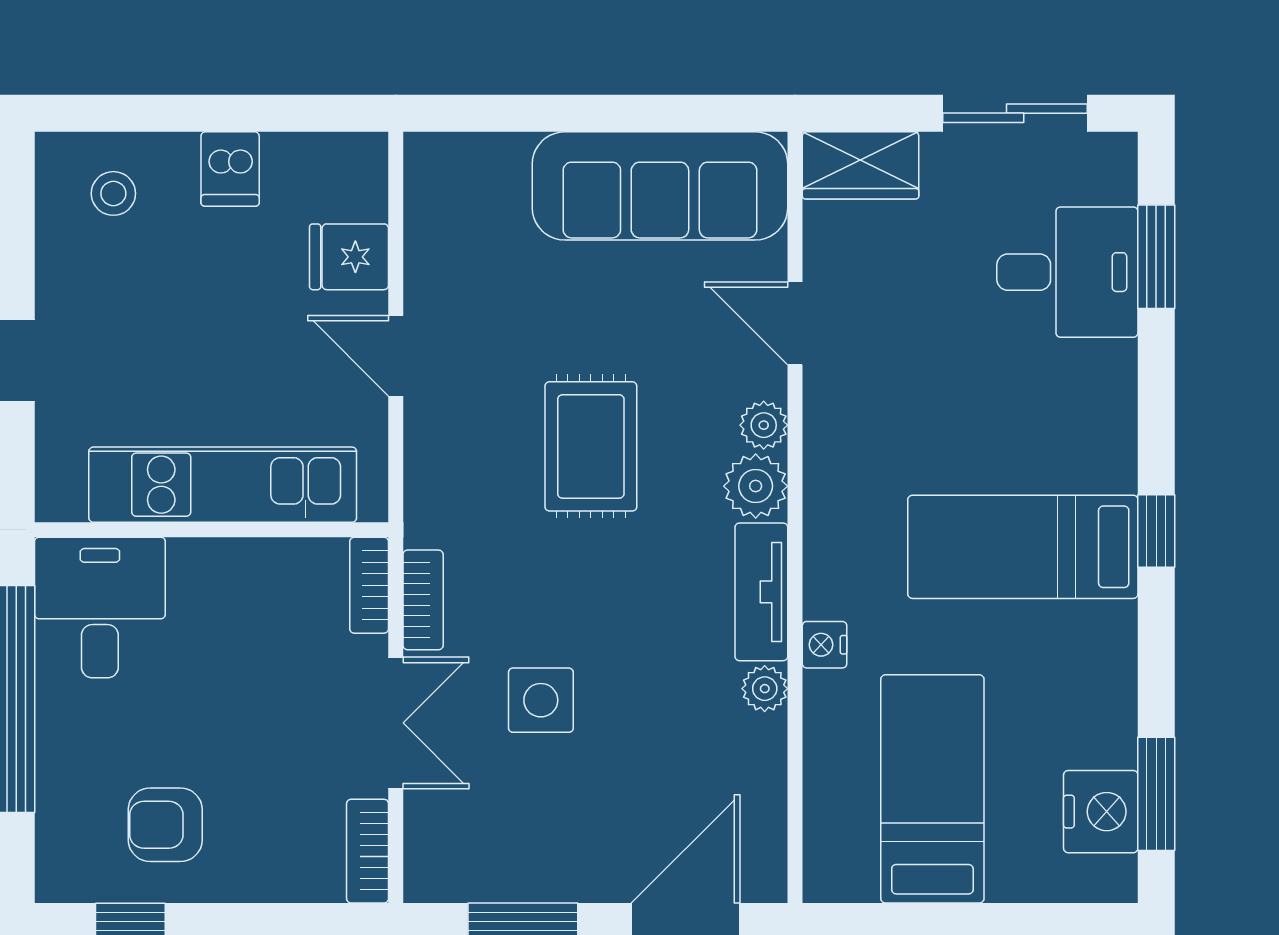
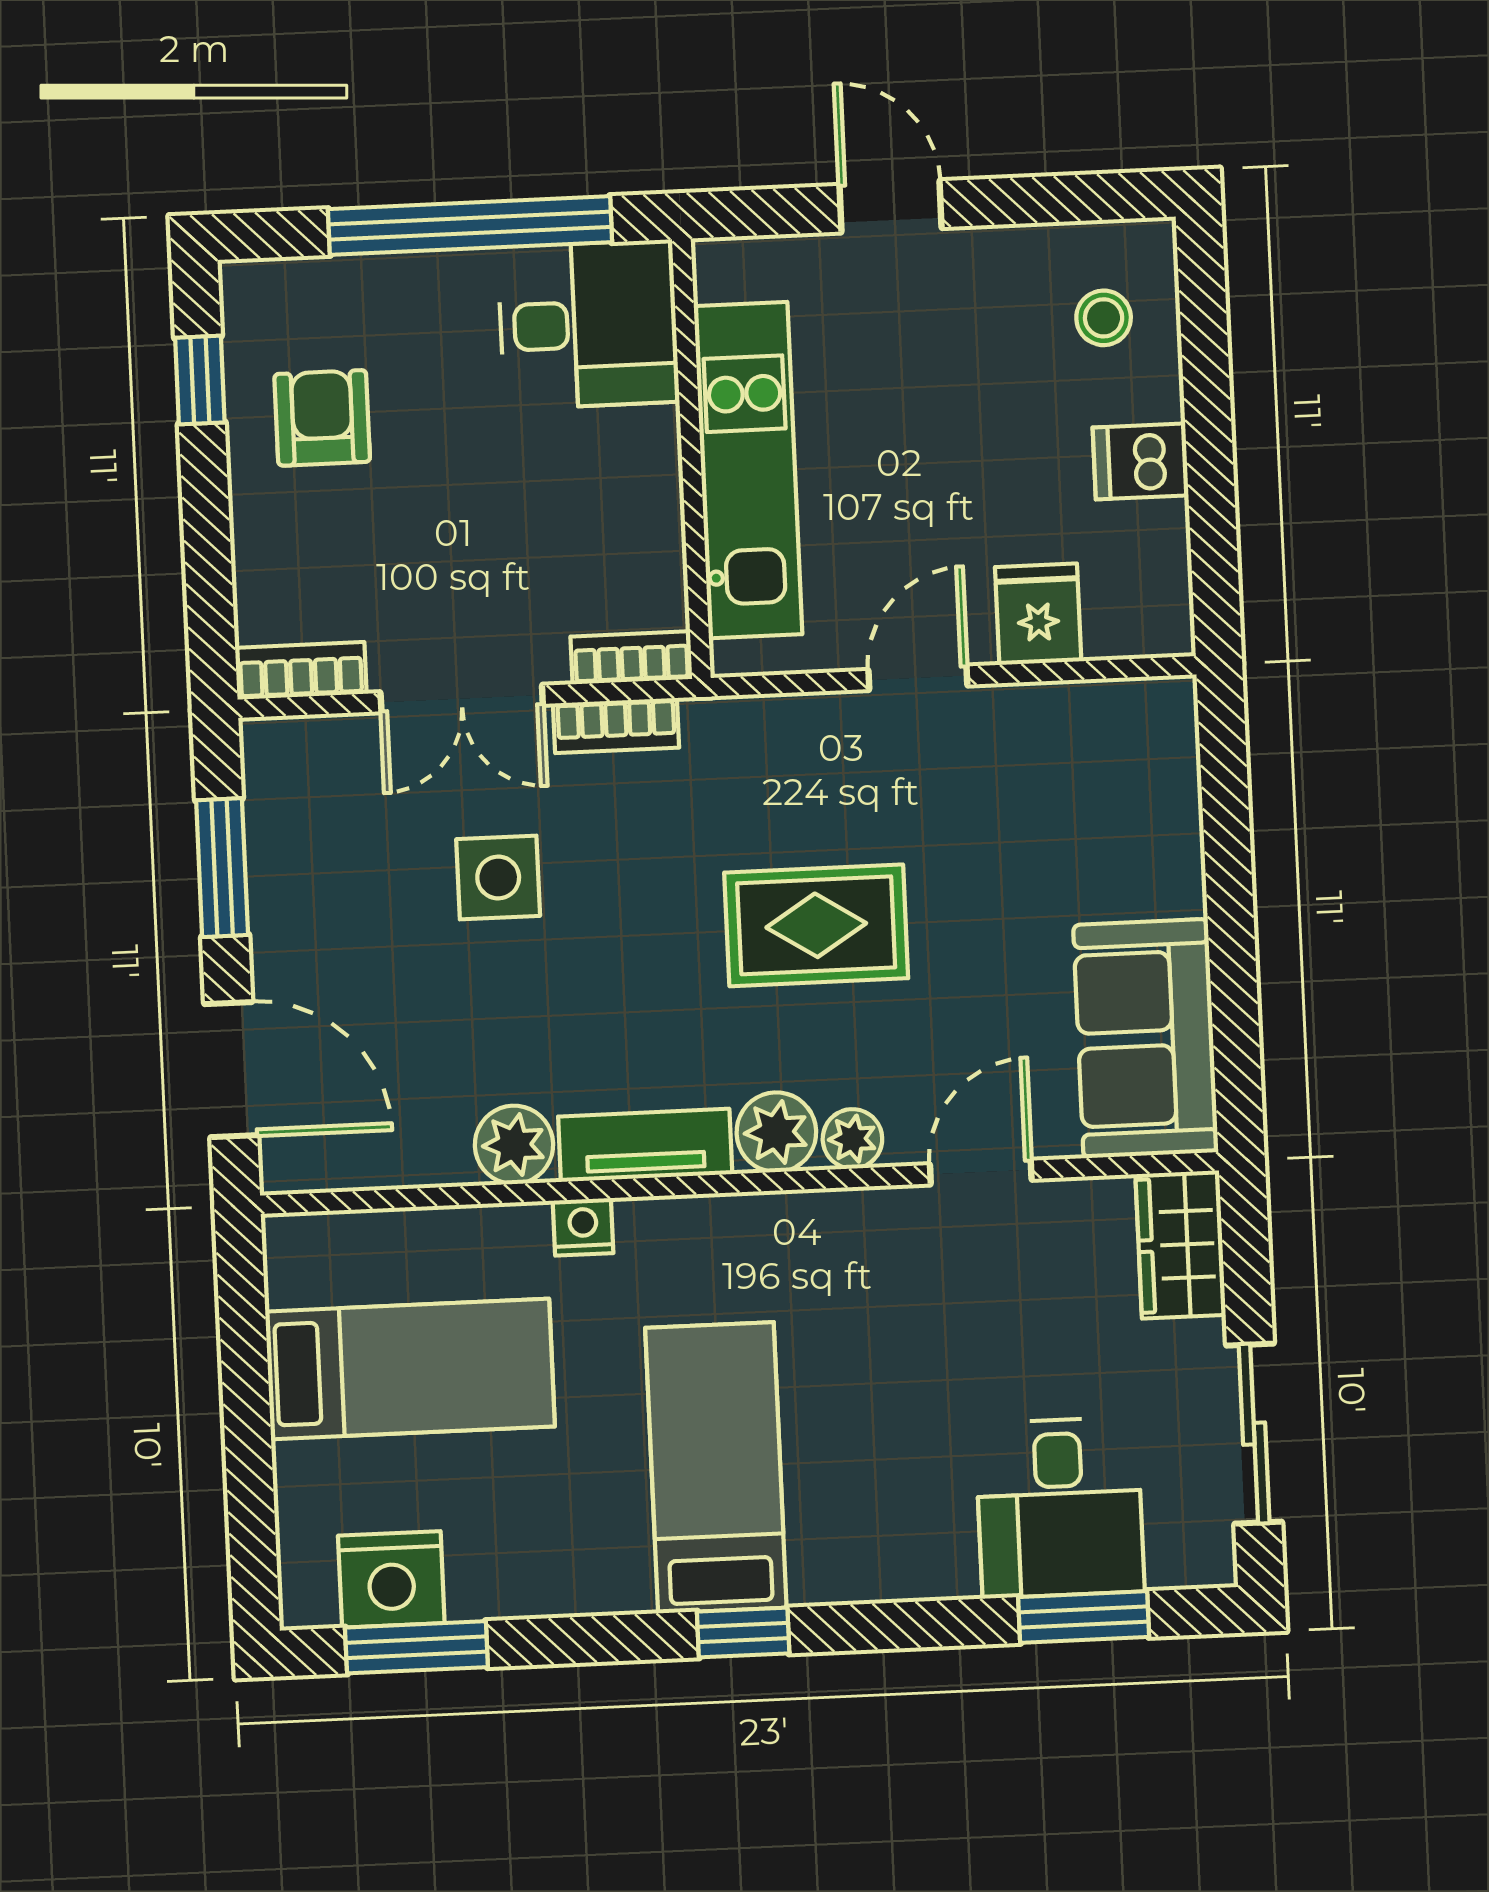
sofa: (660, 186) -> (1146, 1039), width x0.73
plant: (765, 689) -> (514, 1145), width x1.38, depth x1.38

